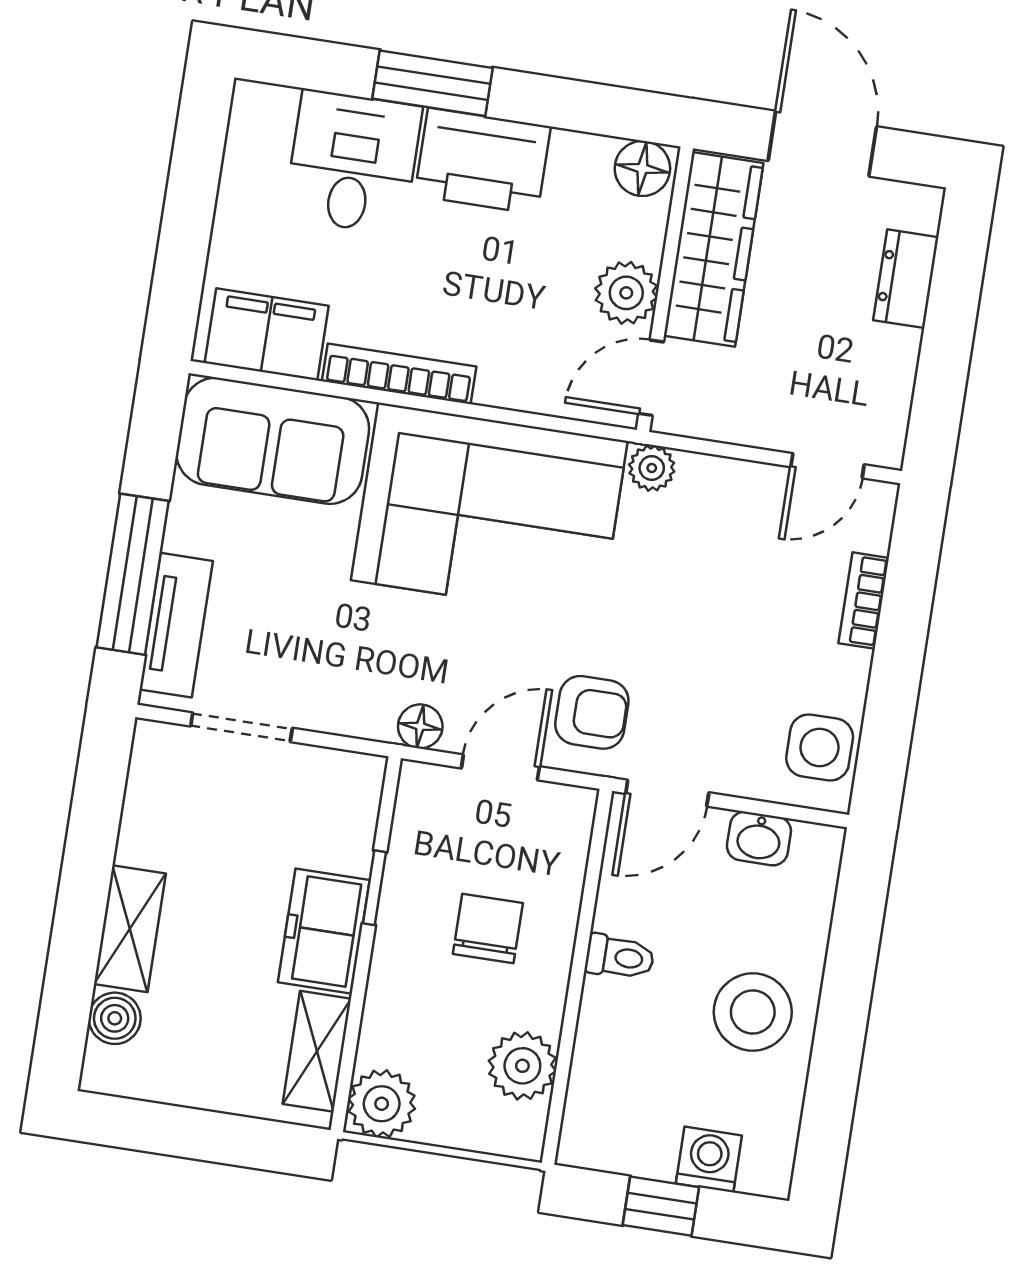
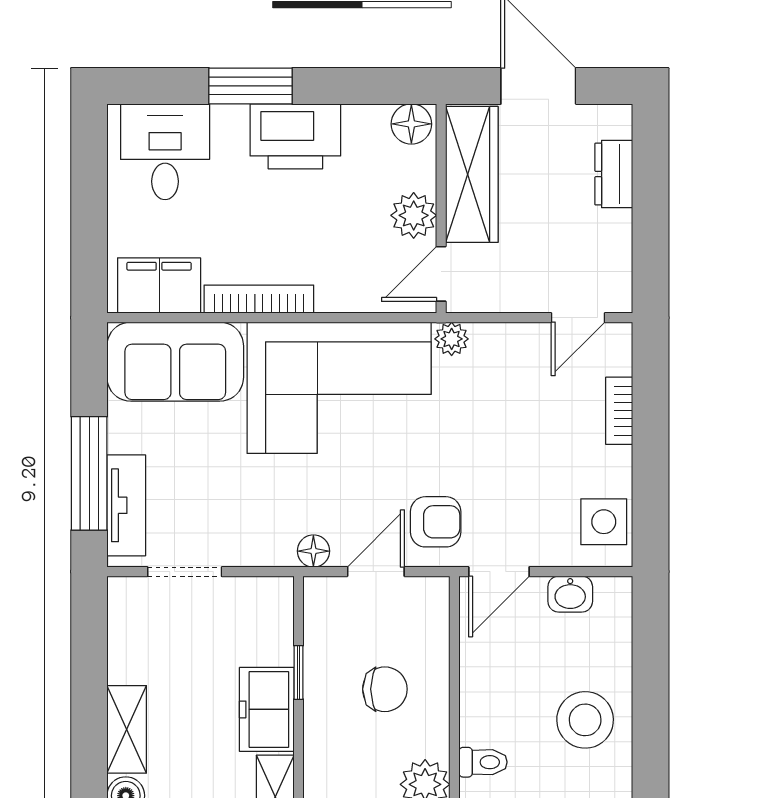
desk: (353, 162) -> (165, 152), moved
chair: (488, 929) -> (385, 689), turned 90
toilet: (620, 957) -> (483, 762), moved

